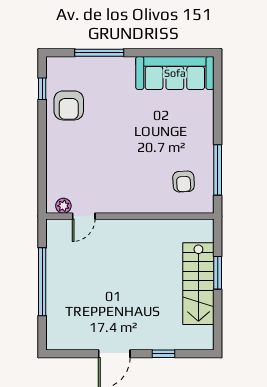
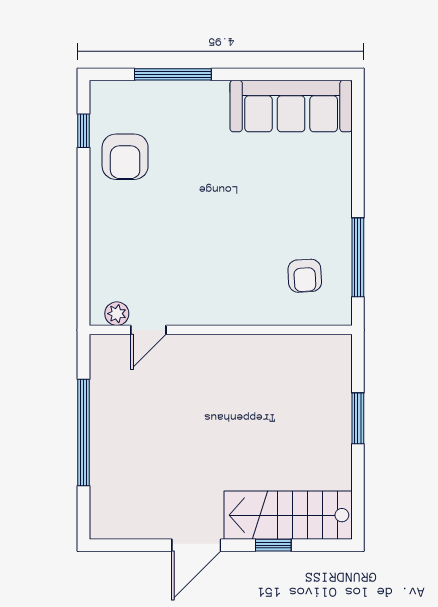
stairs: (198, 284) -> (288, 515), moved, turned 90

